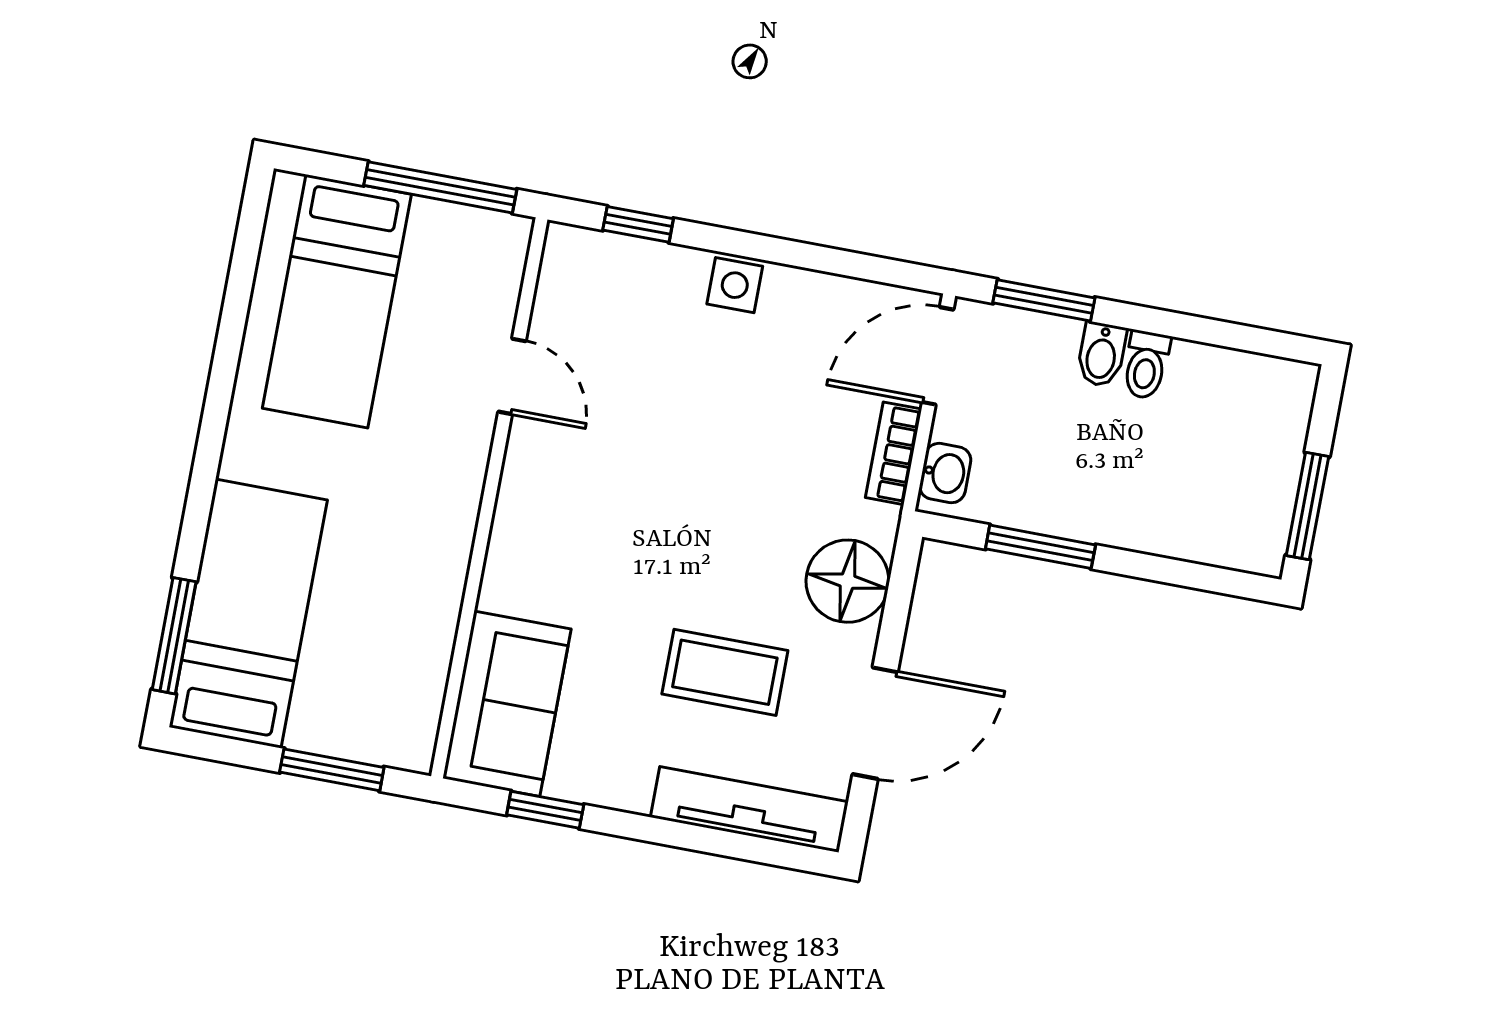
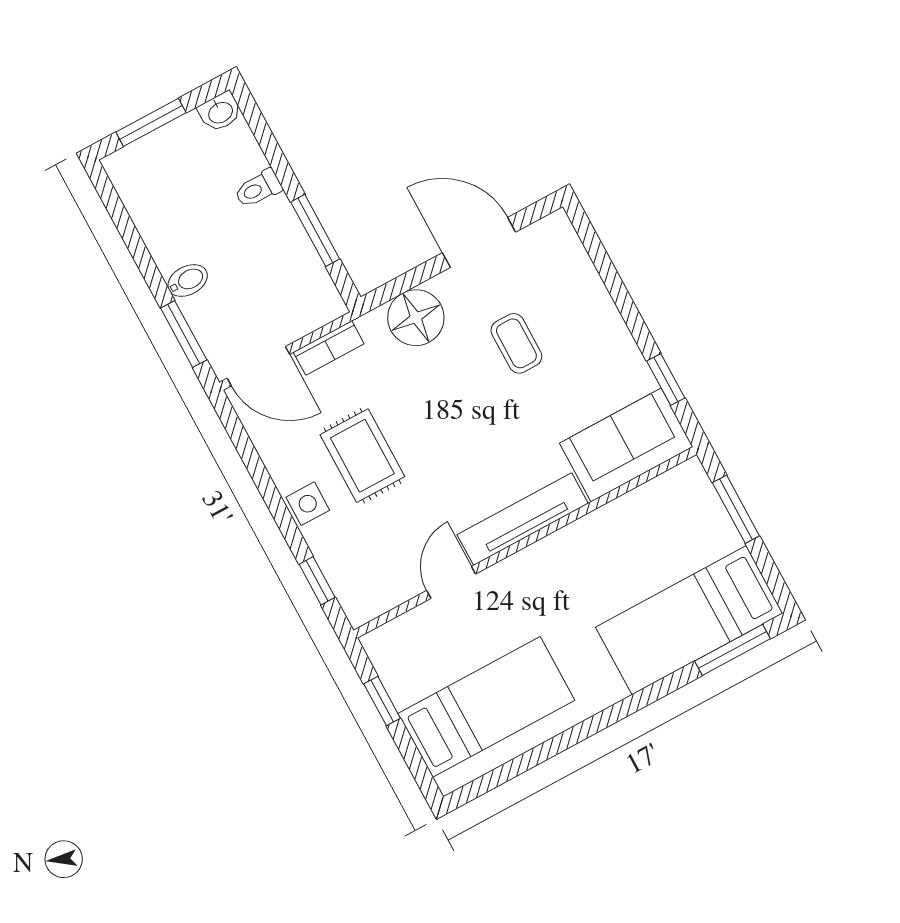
window: (440, 187) -> (382, 701), width x0.46
toilet: (1146, 365) -> (258, 189), moved, turned 180
rug: (739, 392) -> (362, 456), added
washbasin: (945, 473) -> (220, 112), moved, turned 180
window: (1307, 506) -> (151, 122), moved
coffee table: (725, 672) -> (516, 343), width x0.73, depth x0.77
tv unit: (749, 809) -> (523, 519), moved, turned 90

